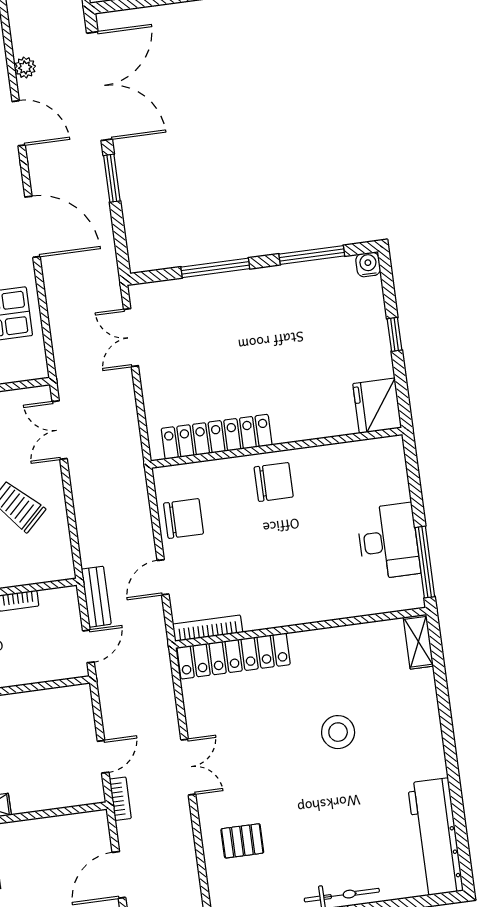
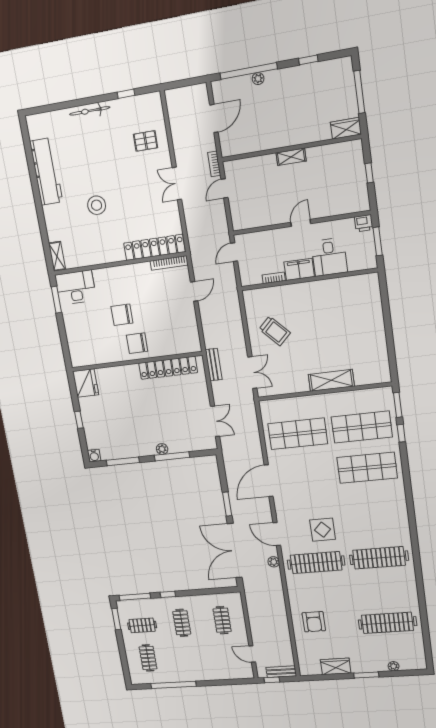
door: (32, 227) -> (269, 481), hinge flipped
plant: (234, 282) -> (162, 449), added
chair: (184, 518) -> (122, 315), moved
desk: (388, 541) -> (76, 287), moved, turned 90
window: (425, 562) -> (56, 300), width x0.69
bench: (96, 597) -> (214, 365), moved
workbench: (435, 837) -> (46, 172), moved

